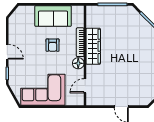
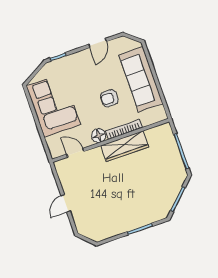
sofa: (53, 16) -> (141, 79), width x1.36
door: (7, 52) -> (97, 43), moved

